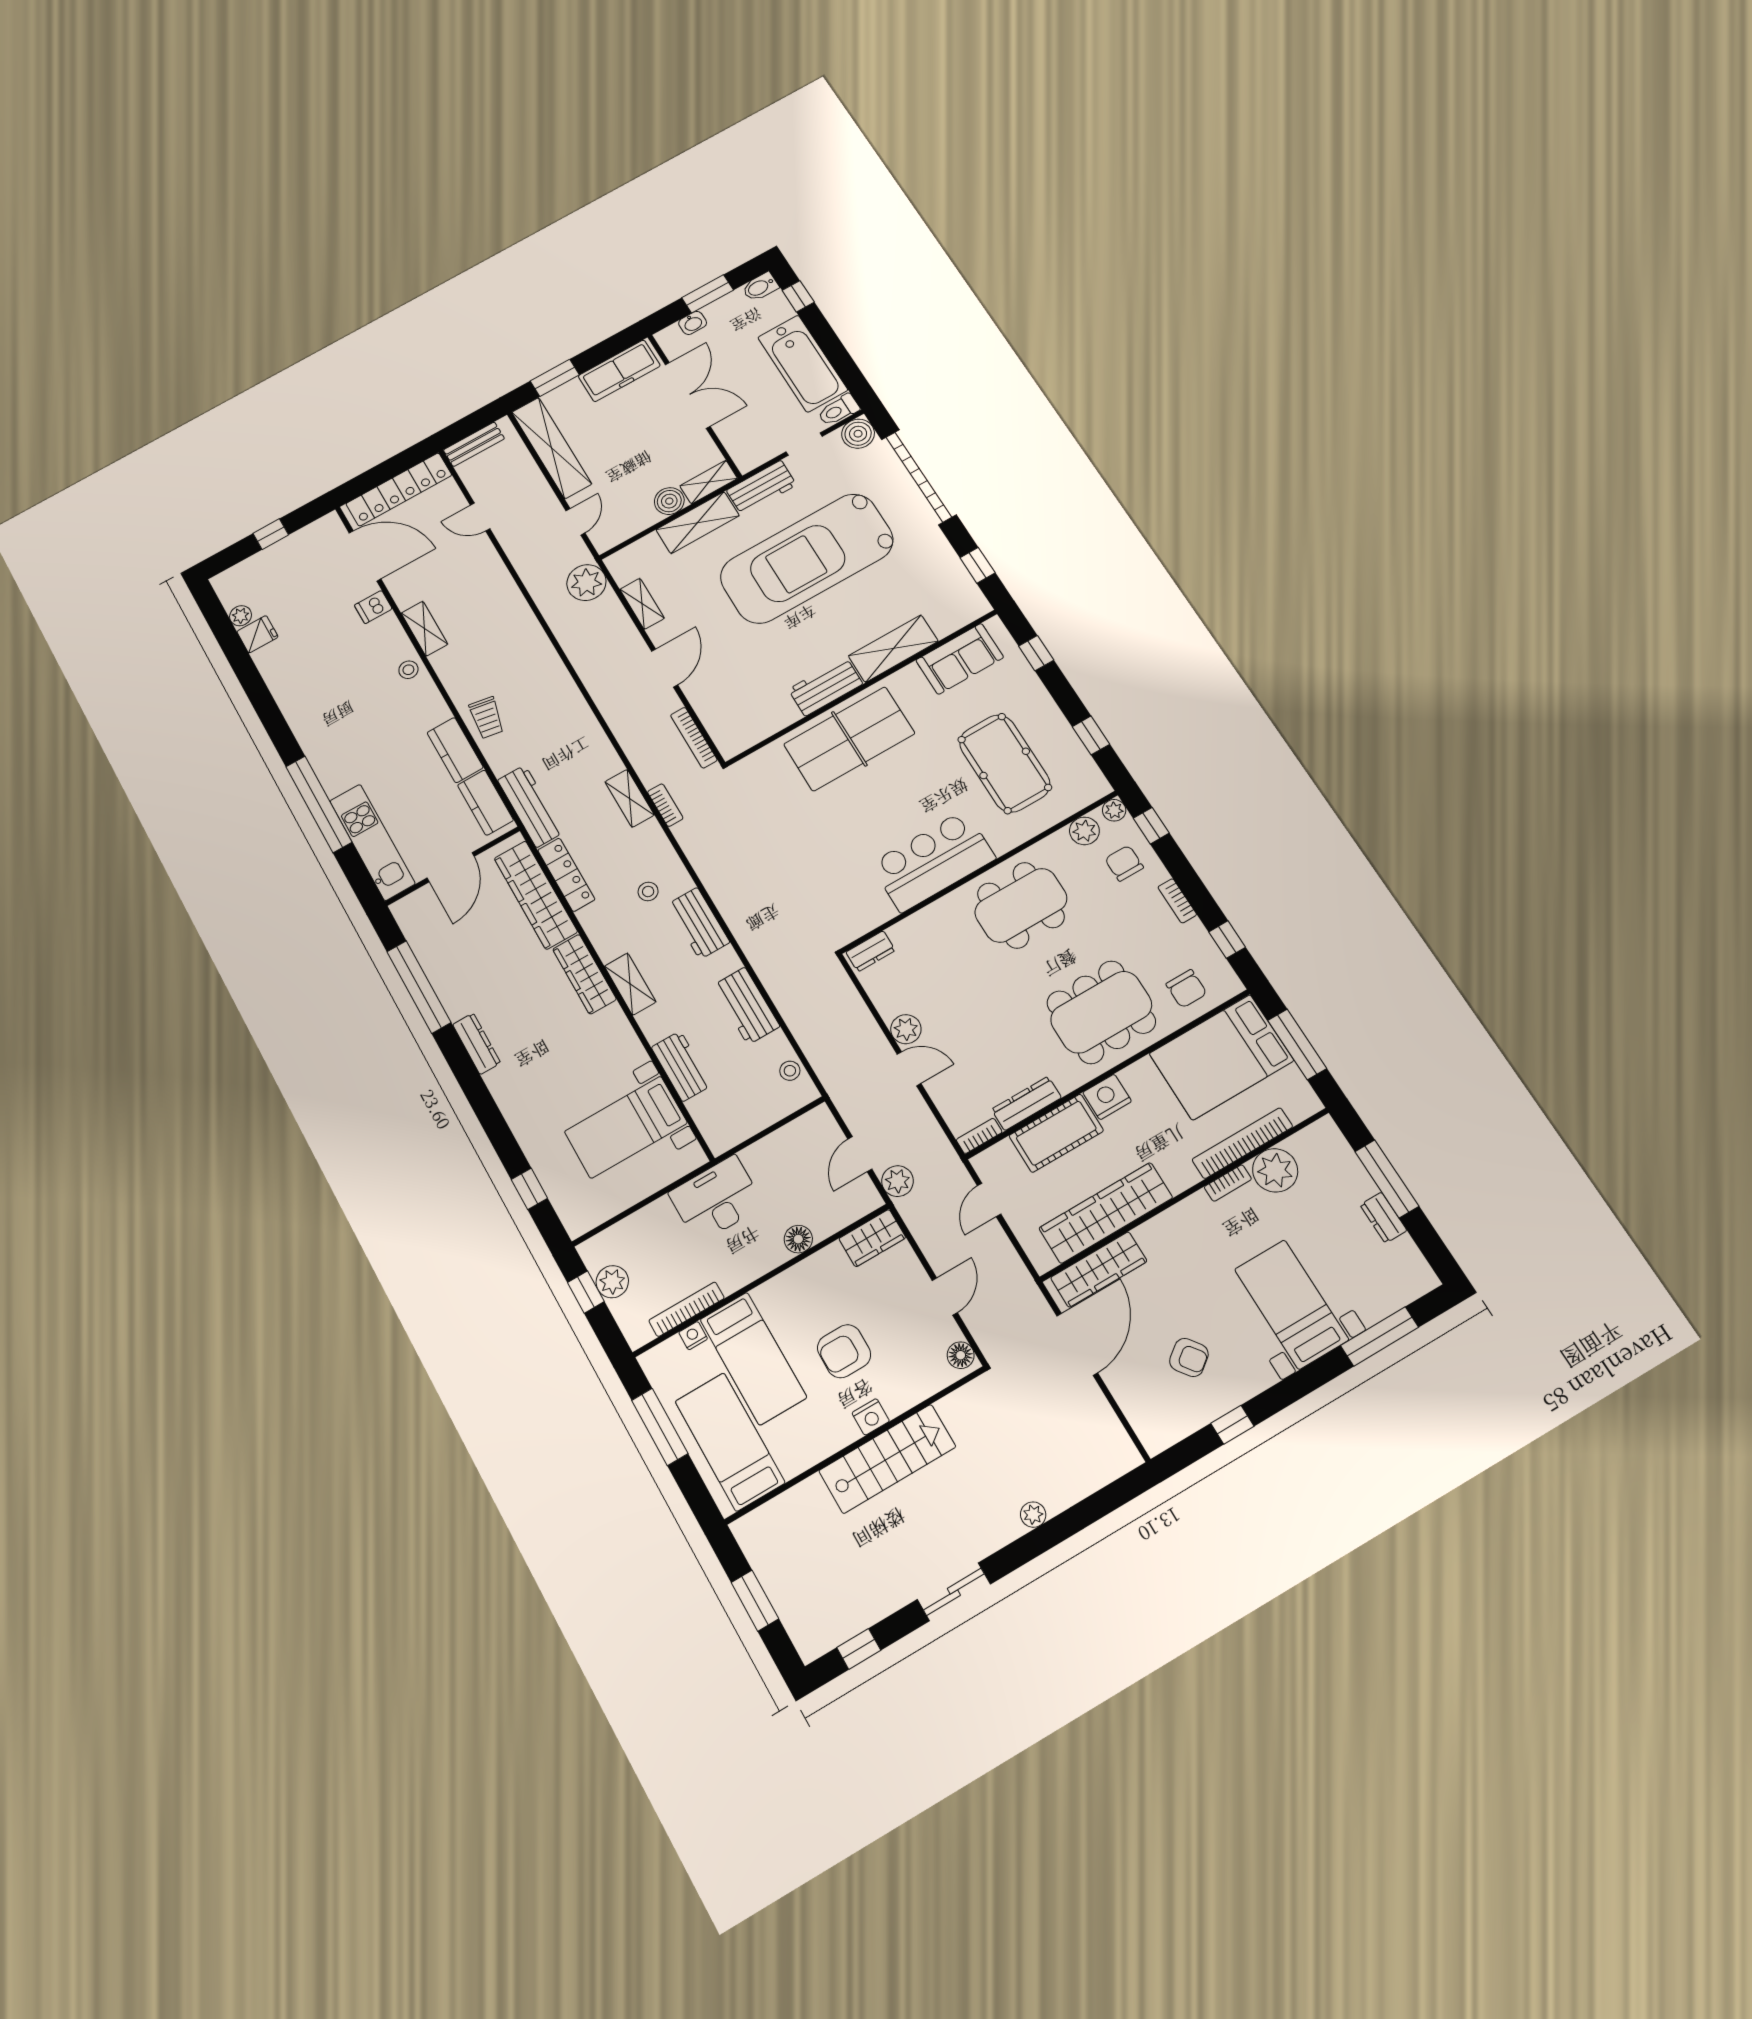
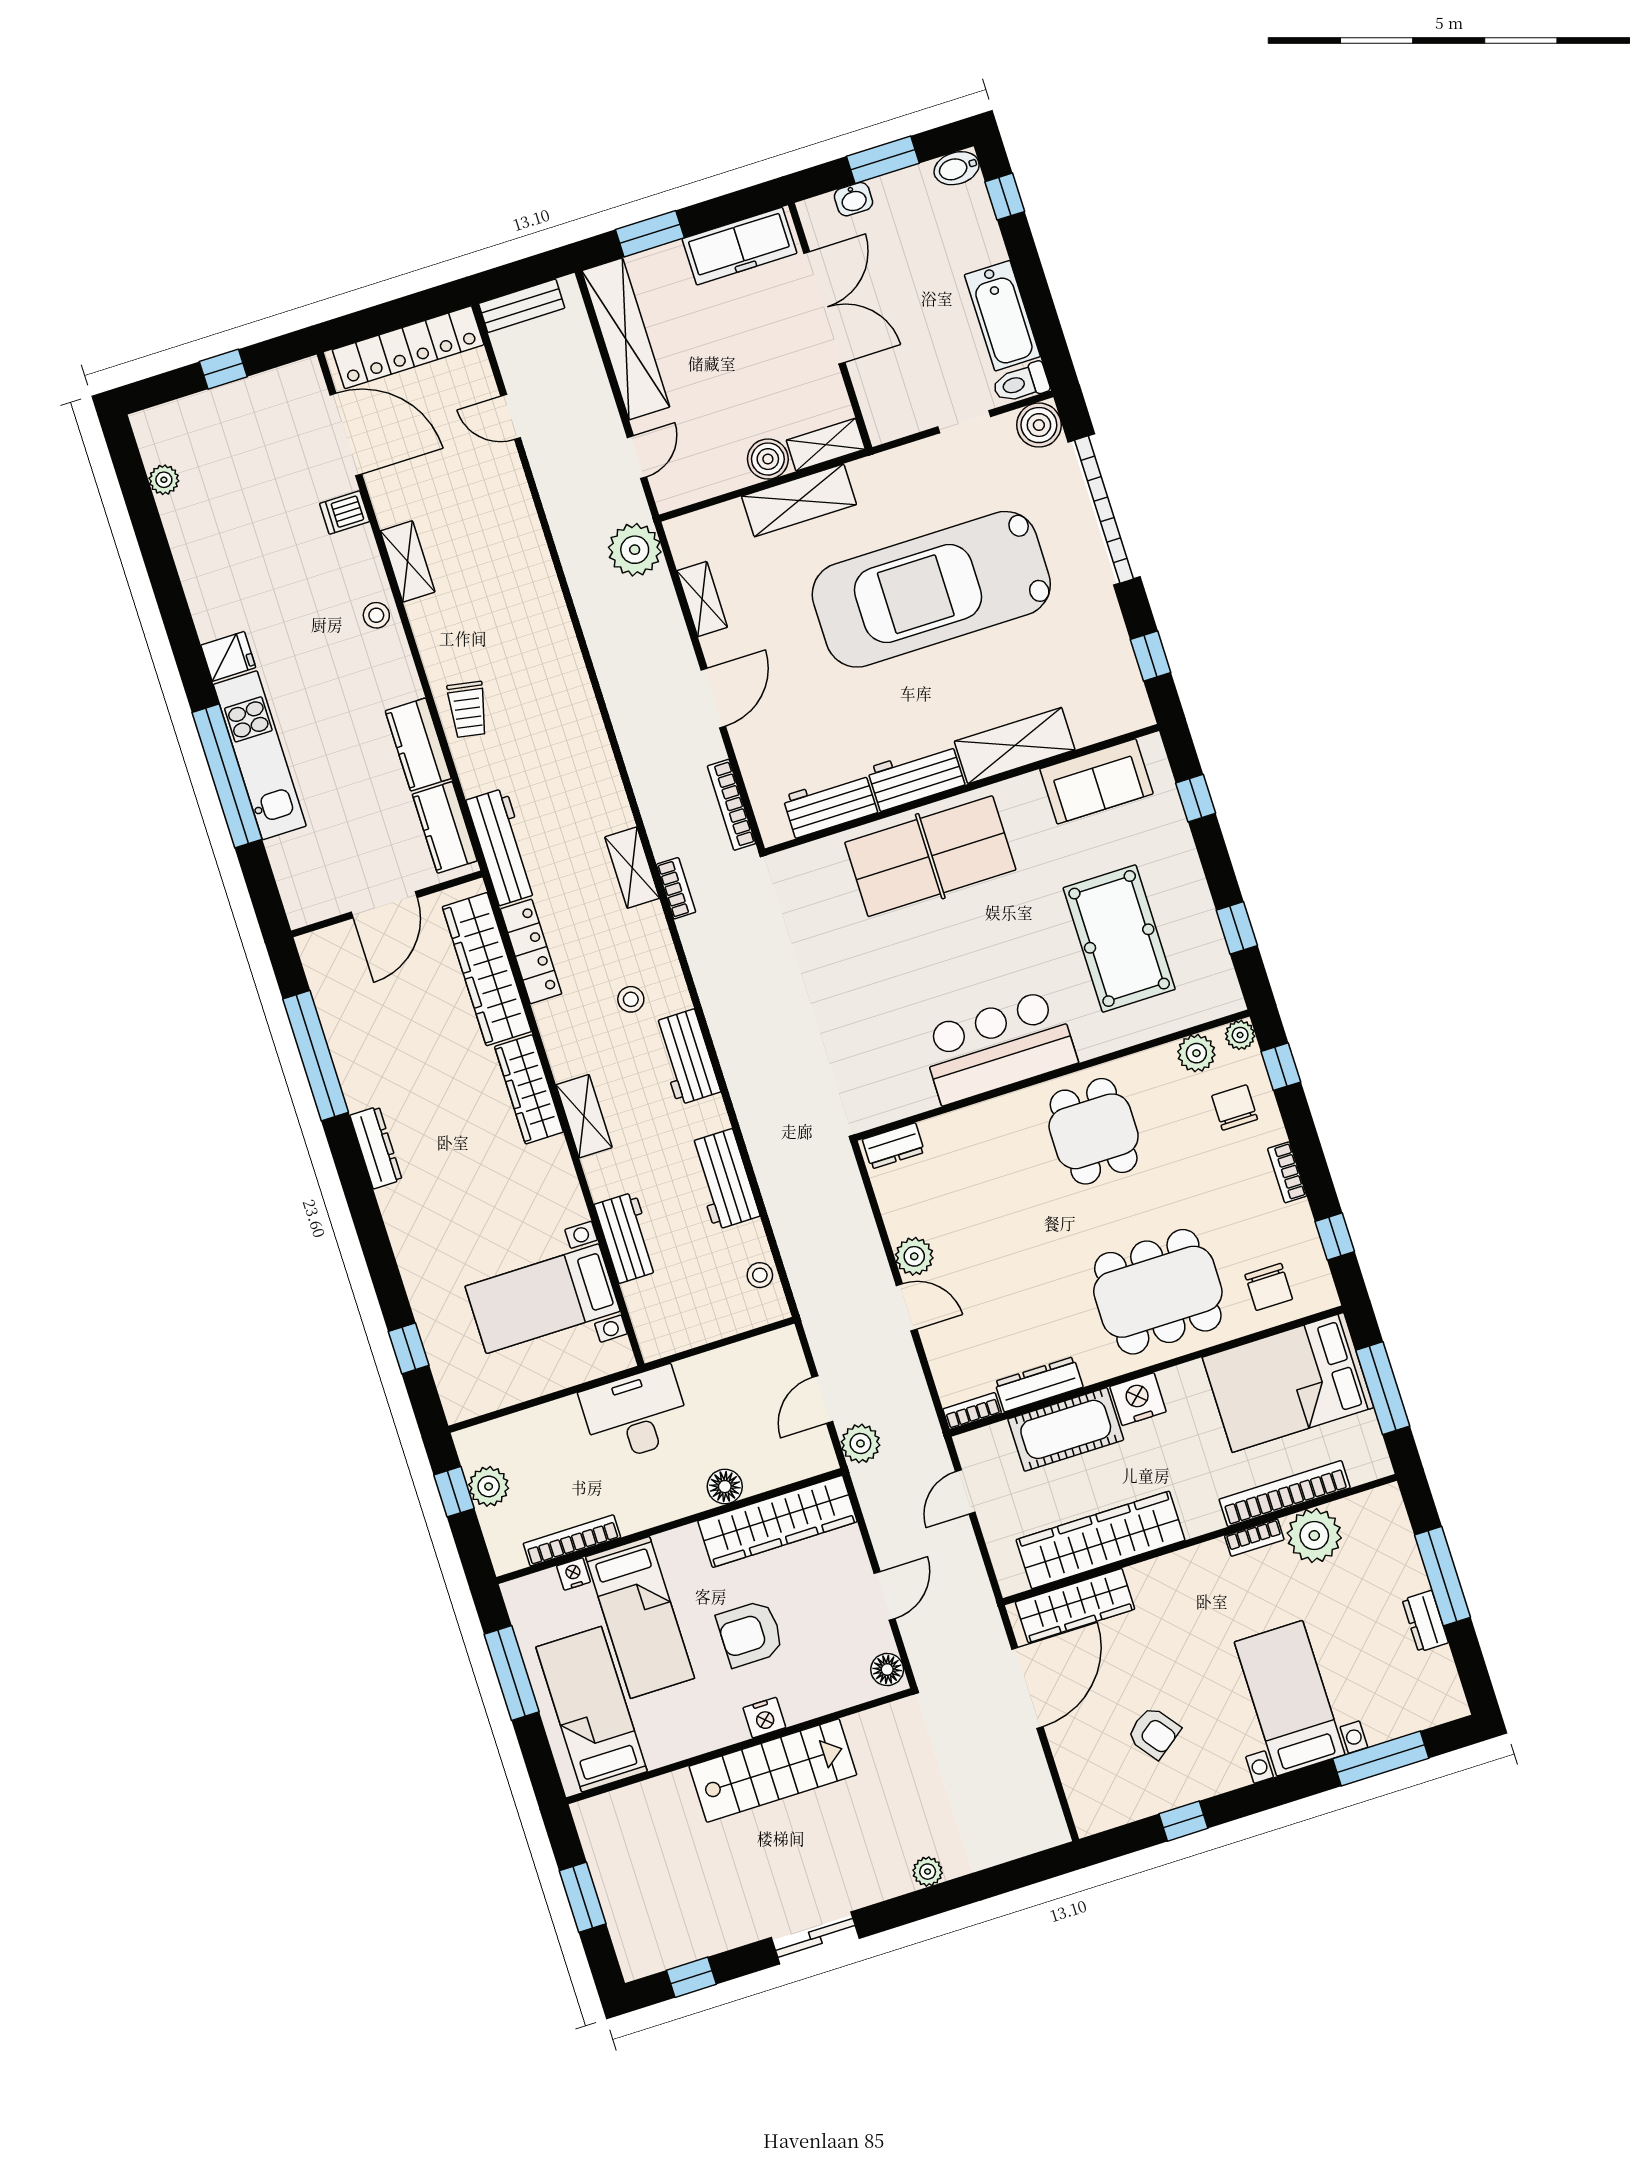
bathtub: (803, 364) -> (1002, 316), width x0.73, depth x0.73
workbench: (762, 488) -> (830, 804), moved, turned 180
fridge: (257, 634) -> (228, 656), moved
kitchen unit: (372, 842) -> (260, 755), moved
dining table: (1021, 905) -> (1094, 1131), width x0.73
wardrobe: (872, 1238) -> (778, 1521), width x2.10, depth x1.17

